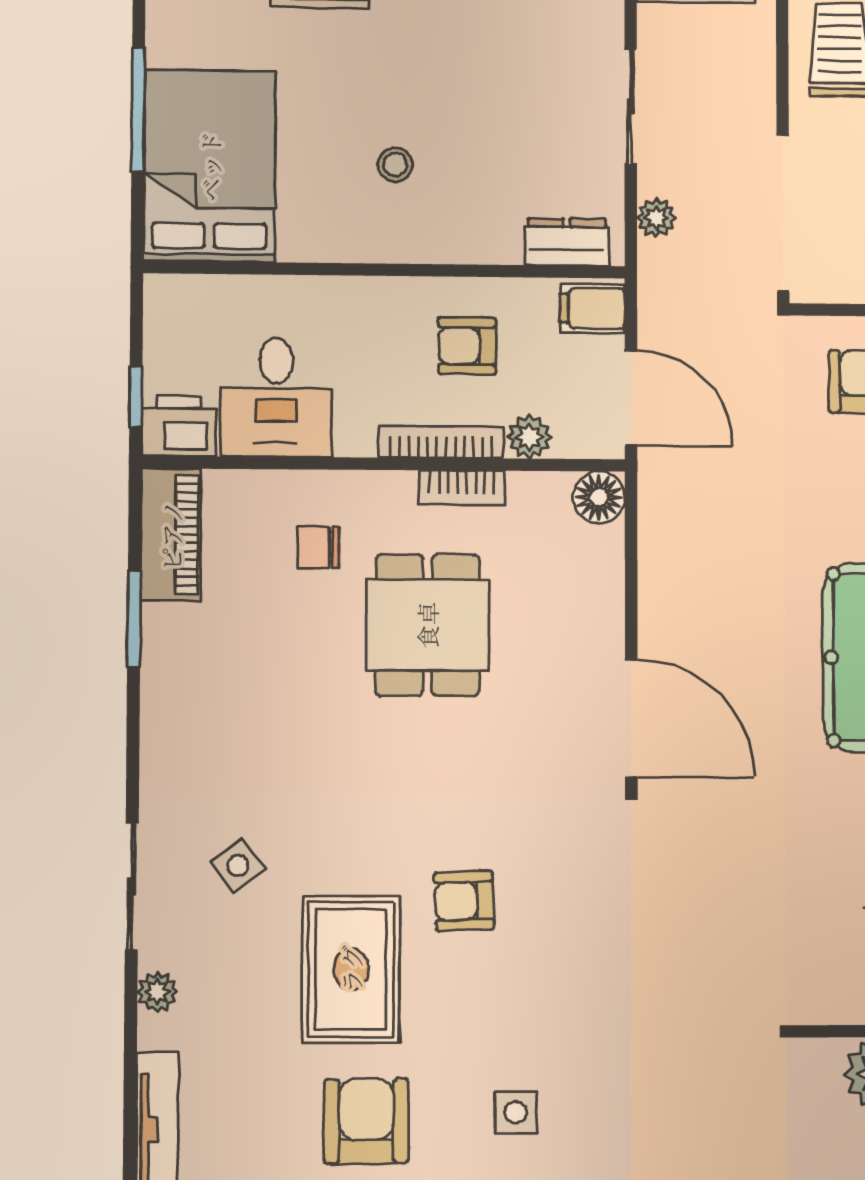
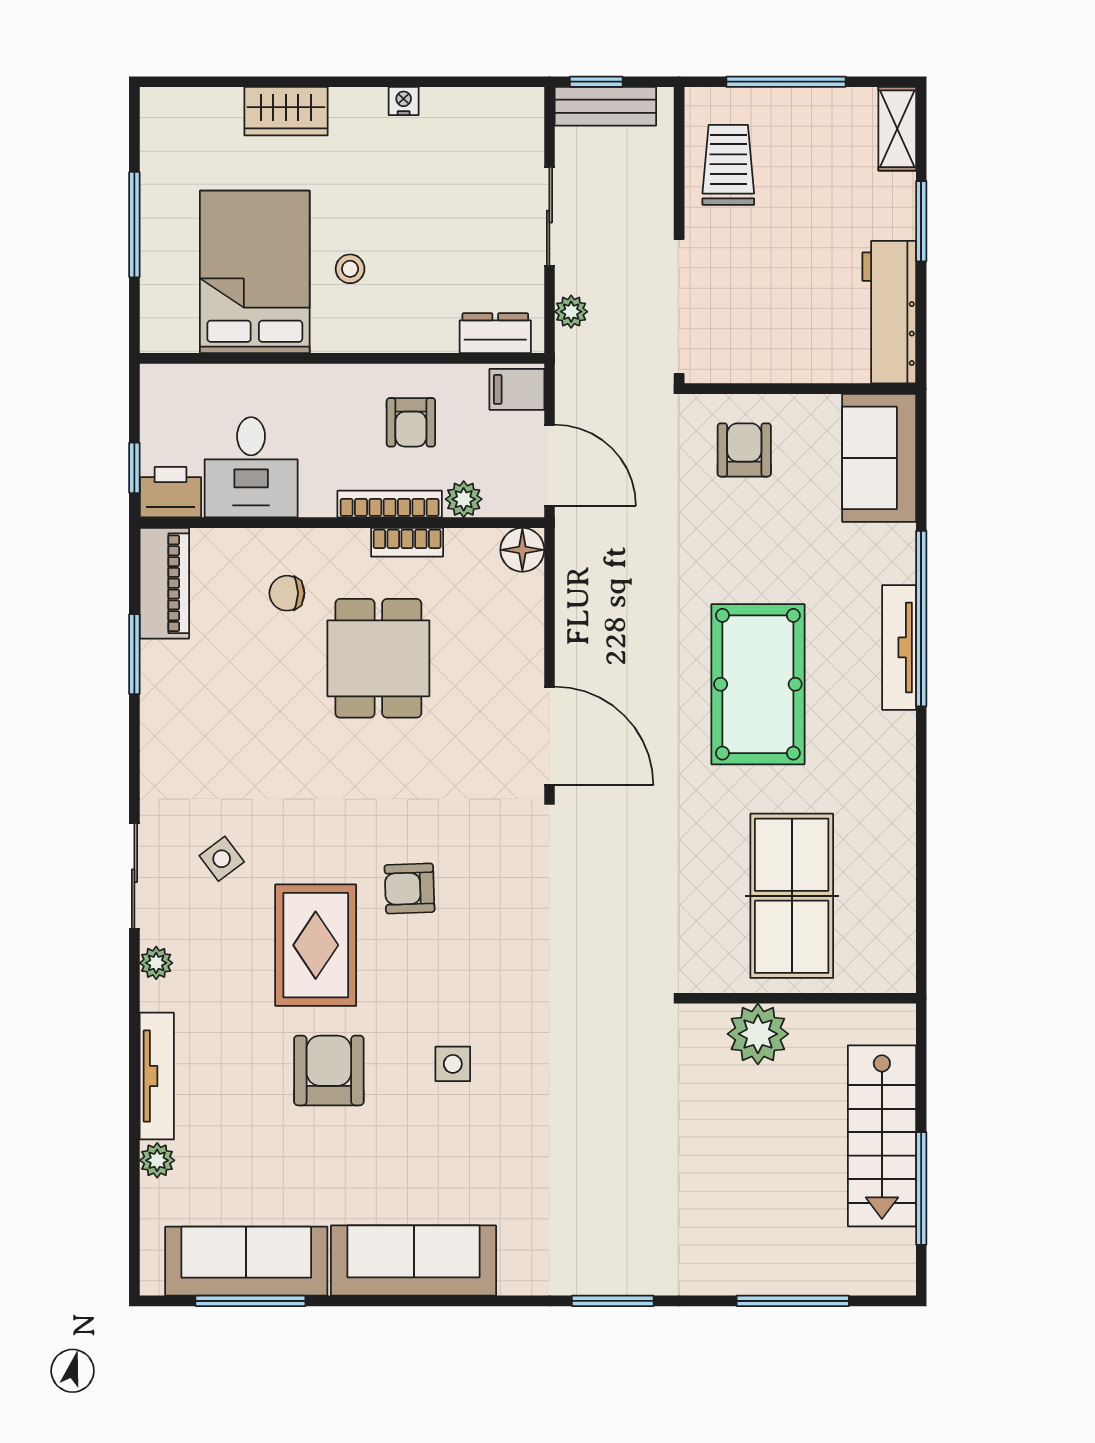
bed: (210, 166) -> (255, 272), moved
armchair: (467, 346) -> (411, 422), turned -90

